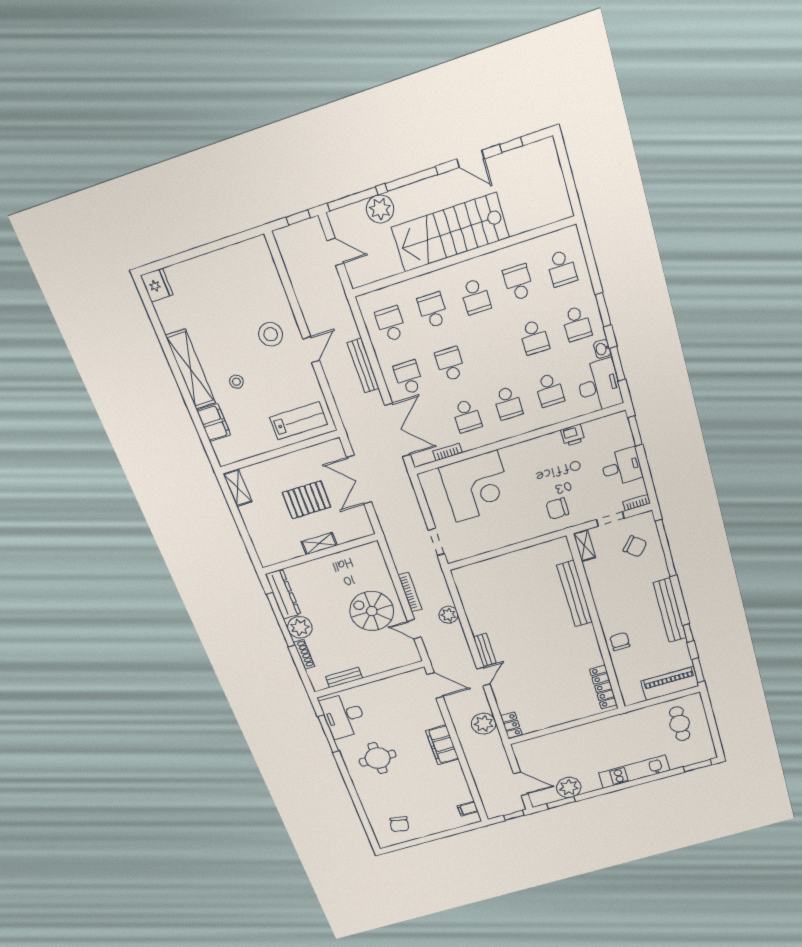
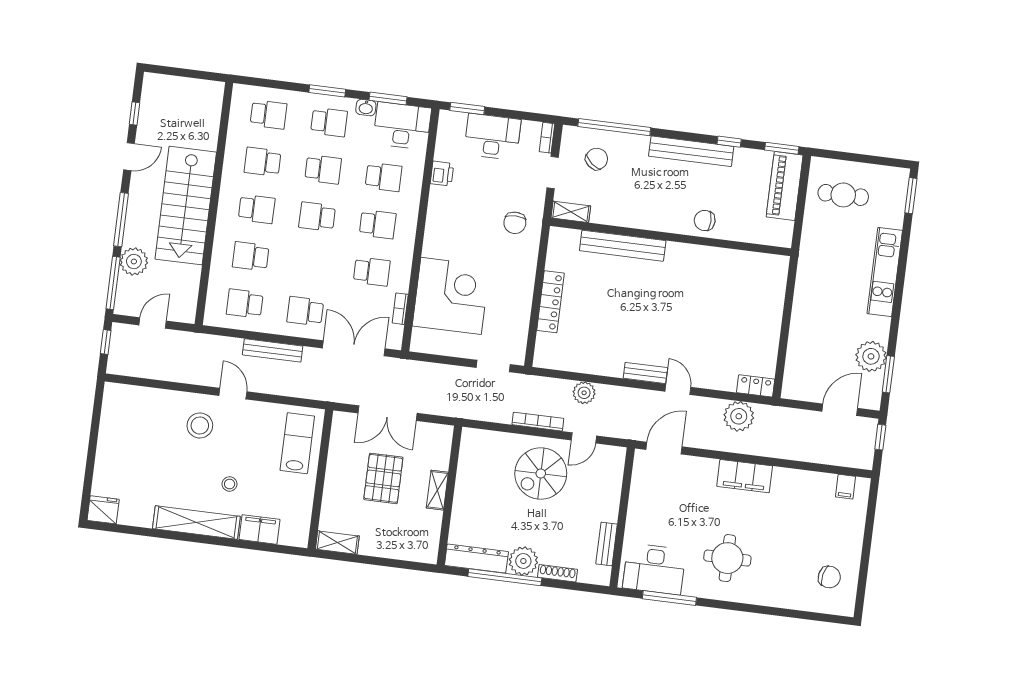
school desk: (450, 364) -> (317, 217), moved
desk: (622, 467) -> (492, 137), width x1.37
locker: (603, 687) -> (550, 302), moved, turned -90

